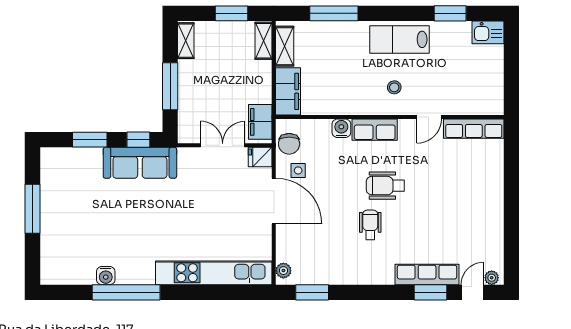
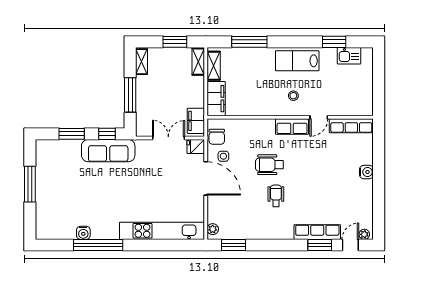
kitchen sink: (488, 32) -> (349, 56), moved
water cooler: (341, 128) -> (366, 172), moved, turned 90
row of seats: (375, 130) -> (292, 127), moved
wheelchair: (385, 186) -> (269, 165), moved

